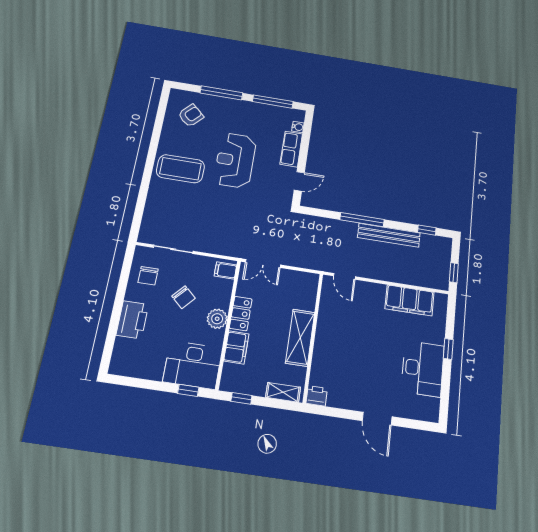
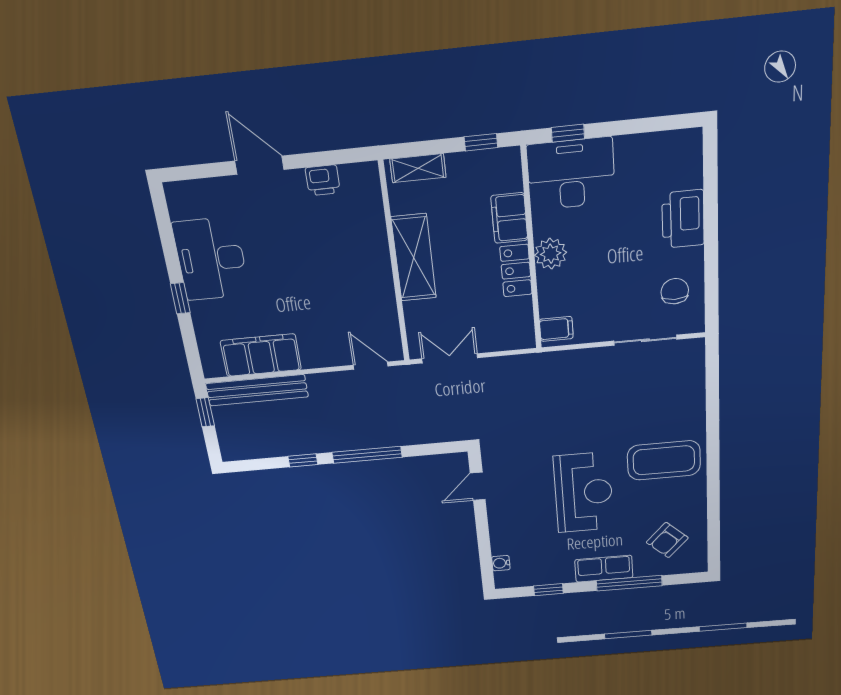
window: (273, 102) -> (548, 590), width x0.46
row of seats: (291, 149) -> (604, 569), moved, turned -90
window: (427, 230) -> (303, 460), moved
bench: (389, 235) -> (257, 390), moved
double door: (263, 263) -> (450, 358), moved
chair: (183, 297) -> (611, 273), removed
printer: (317, 396) -> (323, 180), moved

